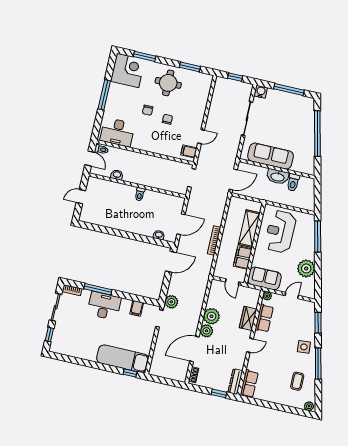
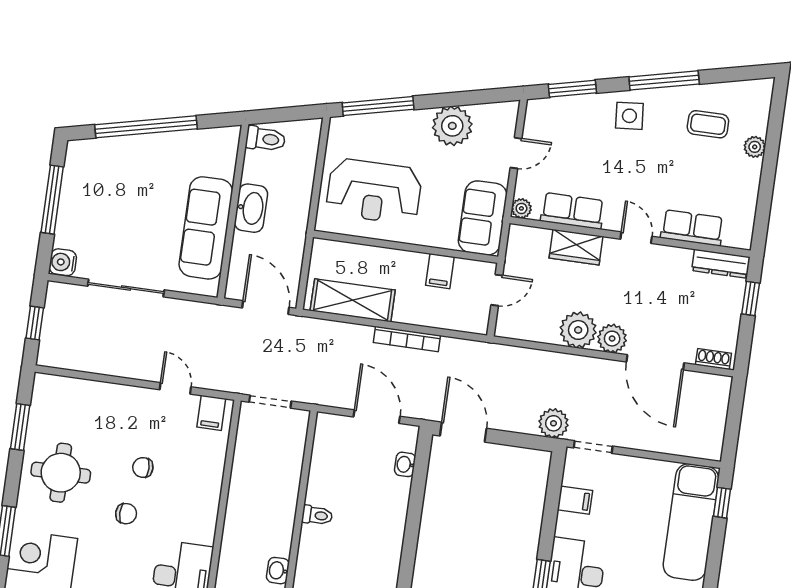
toilet: (293, 182) -> (266, 139), moved
shelving: (249, 229) -> (353, 300), moved
filing cabinet: (243, 258) -> (440, 271), width x0.50
door: (292, 296) -> (516, 153), swing flipped
row of seats: (249, 384) -> (692, 228), moved
plant: (309, 406) -> (755, 147), moved

